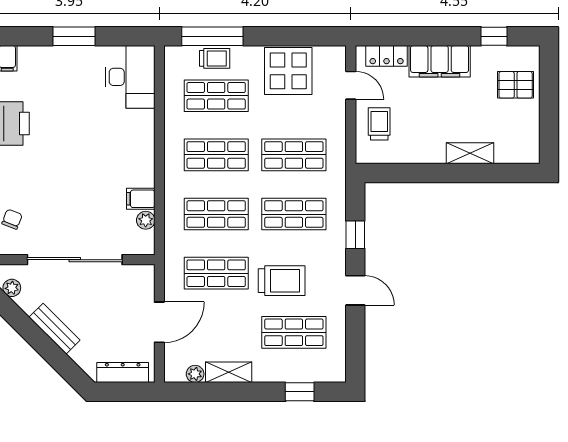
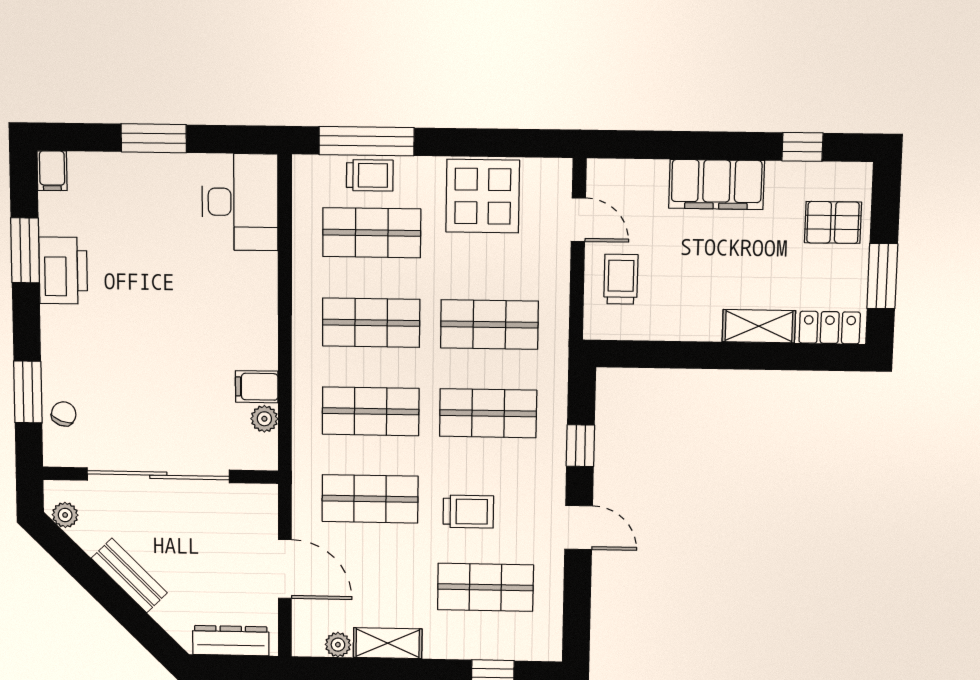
locker: (387, 56) -> (830, 328), moved, turned 180
window: (549, 119) -> (882, 276), added
trolley: (282, 281) -> (468, 512), width x0.73, depth x0.72
door: (159, 322) -> (285, 569), hinge flipped

